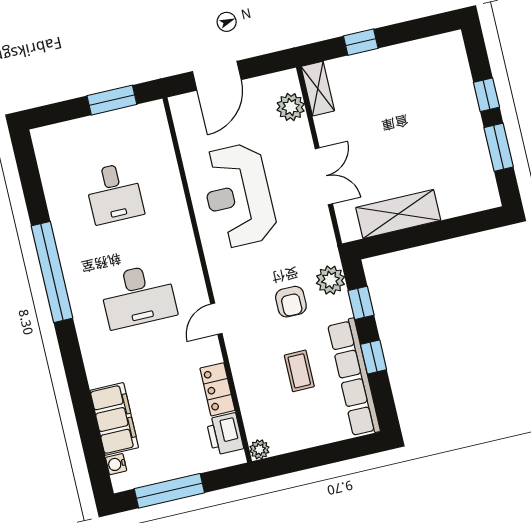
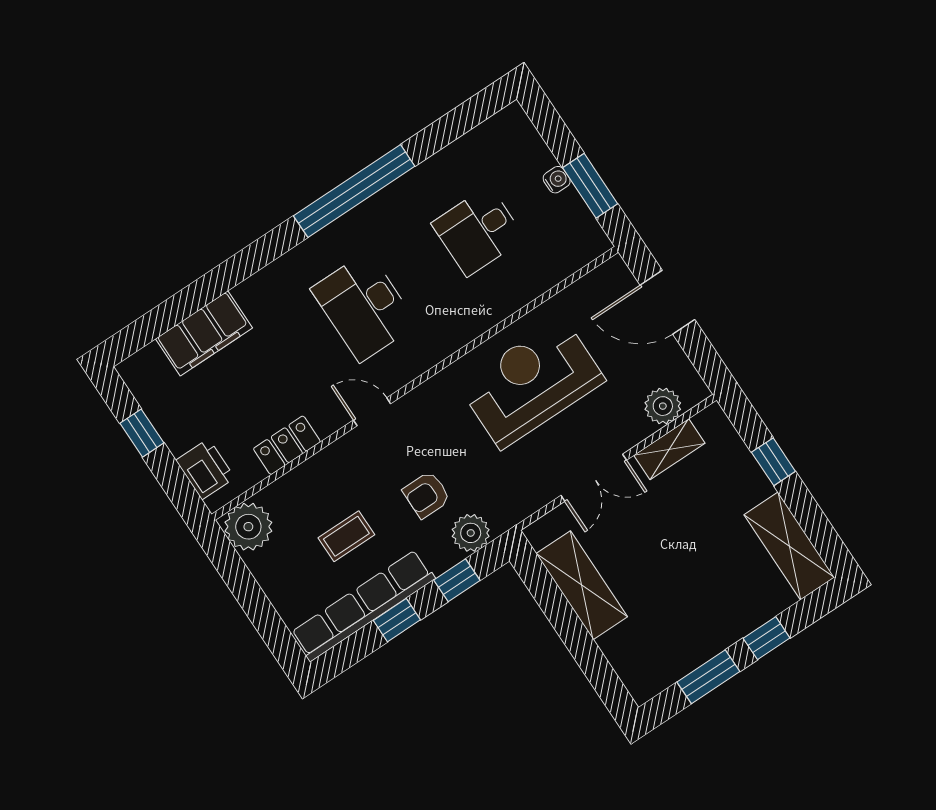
shelving: (426, 53) -> (789, 546), added
shelving: (318, 89) -> (669, 449), moved
printer: (225, 434) -> (205, 469), moved, turned 90
plant: (259, 449) -> (248, 527), width x1.88, depth x1.88
water cooler: (116, 464) -> (557, 180), moved, turned 90
window: (169, 491) -> (142, 433), width x0.46

